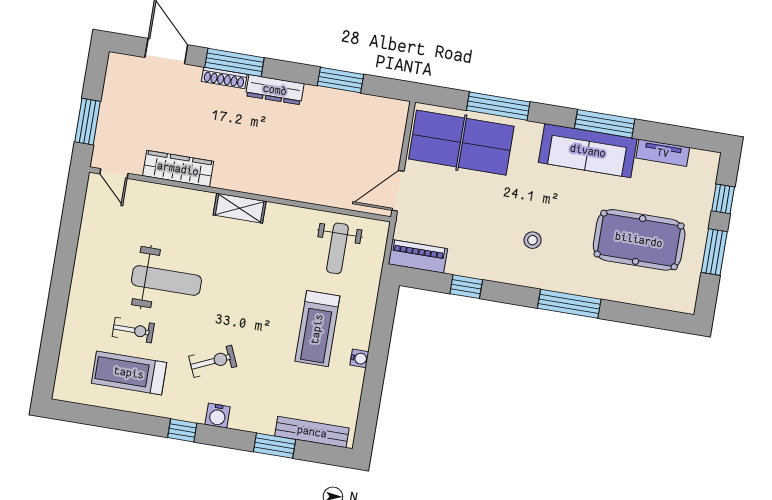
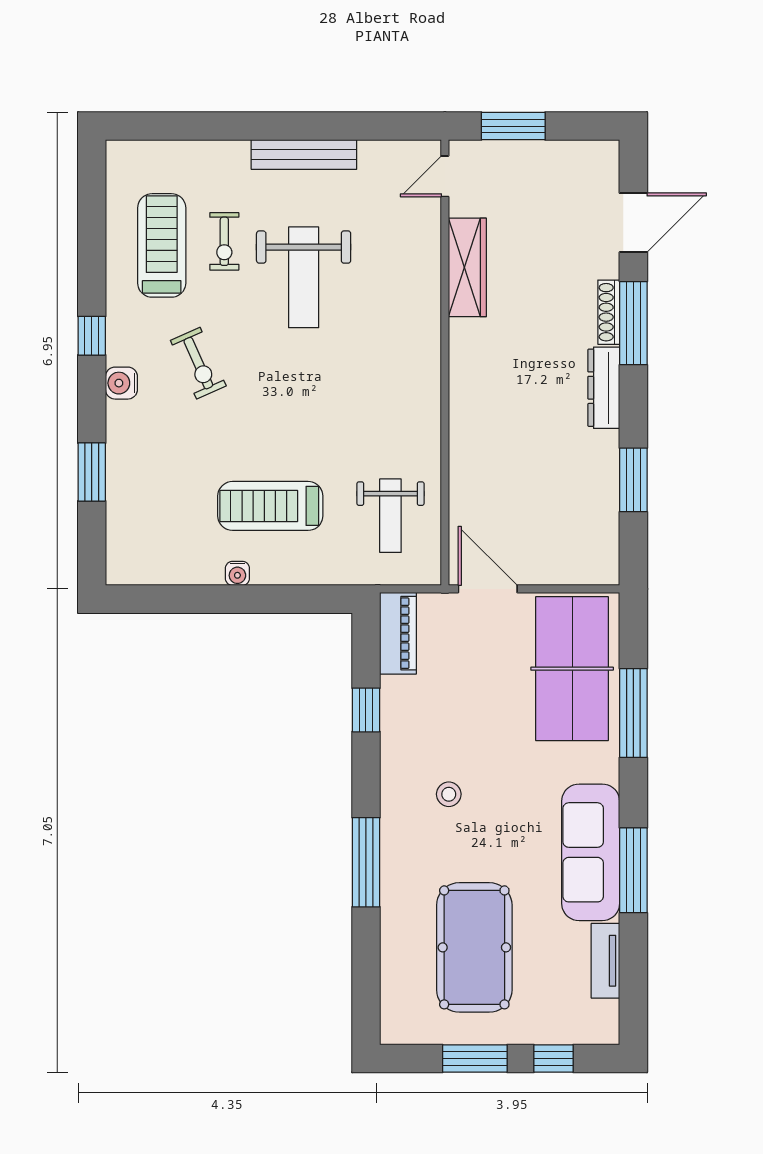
shelving: (240, 208) -> (425, 365), removed
weight bench: (337, 248) -> (390, 516), turned -90
bench: (312, 432) -> (304, 154), moved, turned 90

